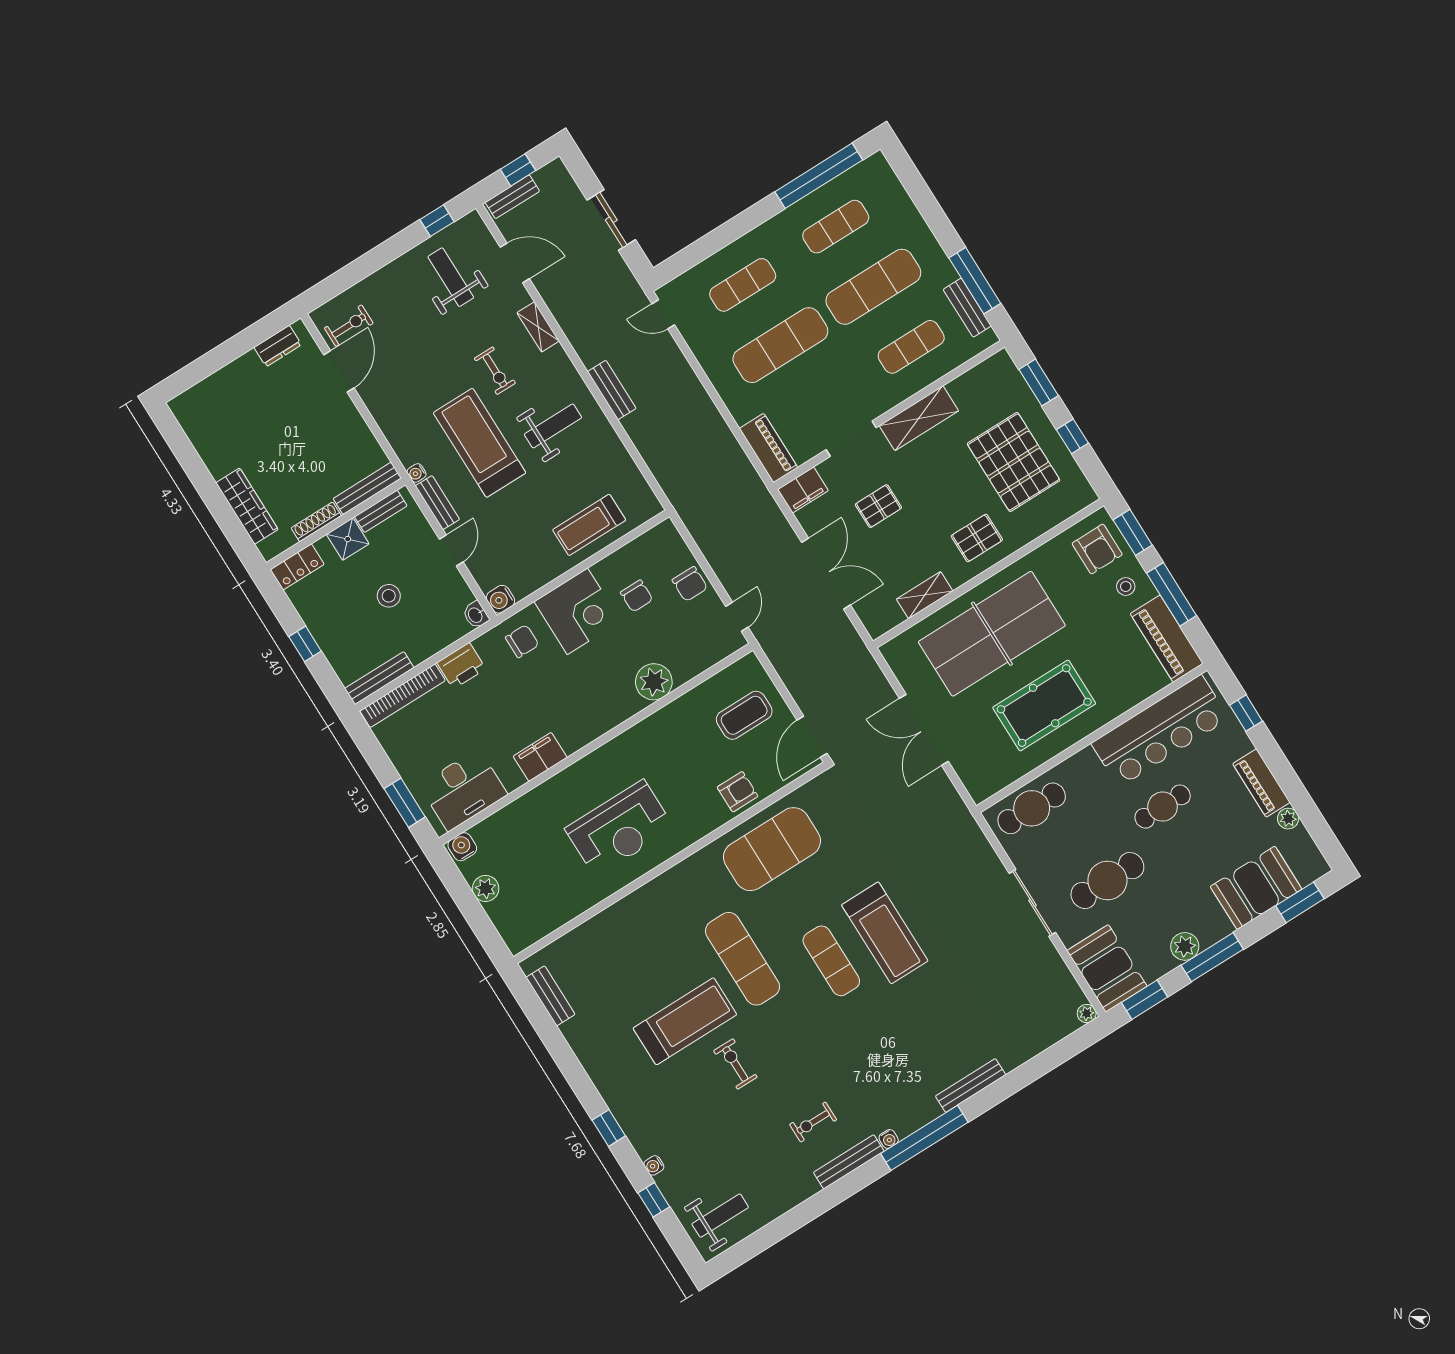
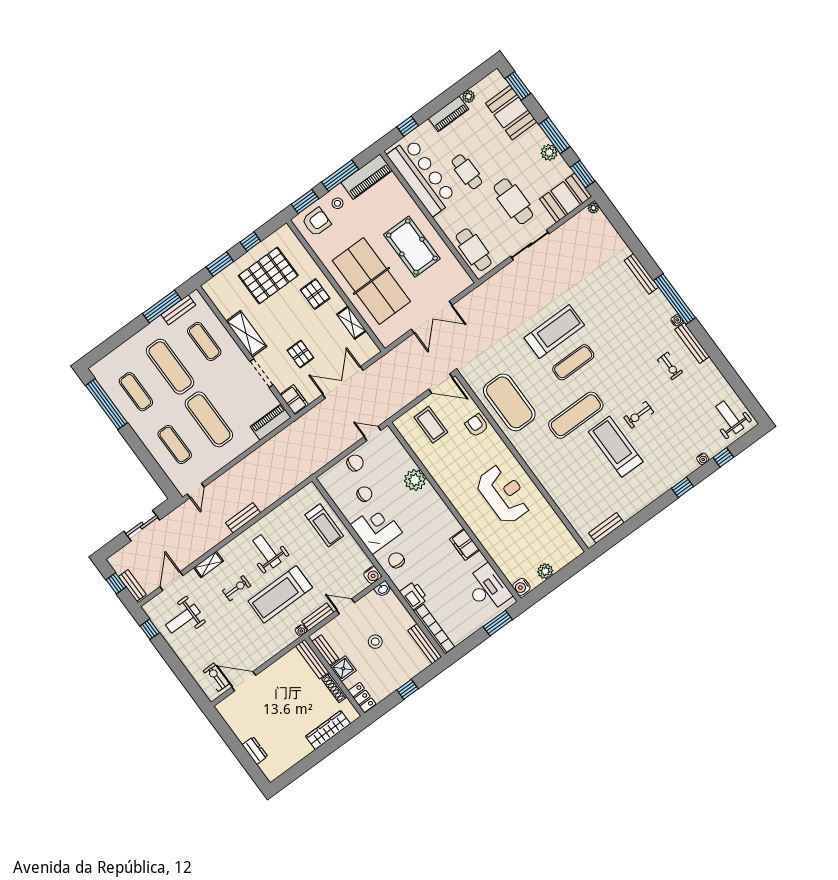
dresser: (278, 346) -> (255, 751), moved

